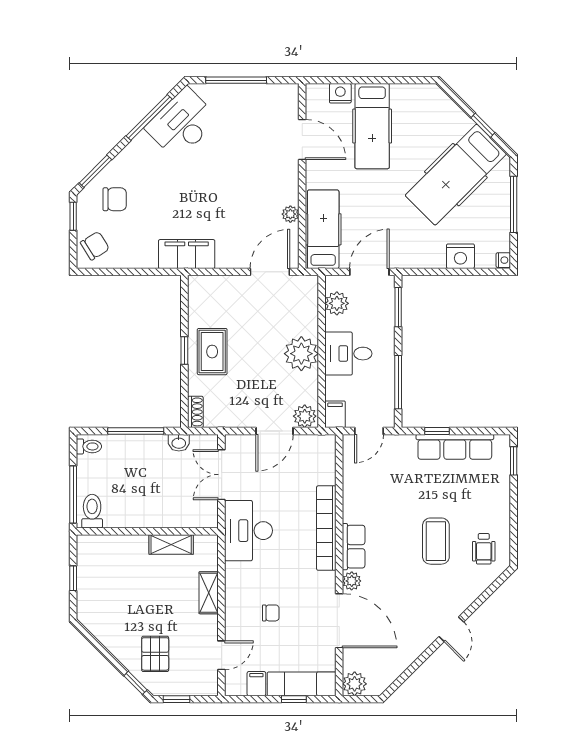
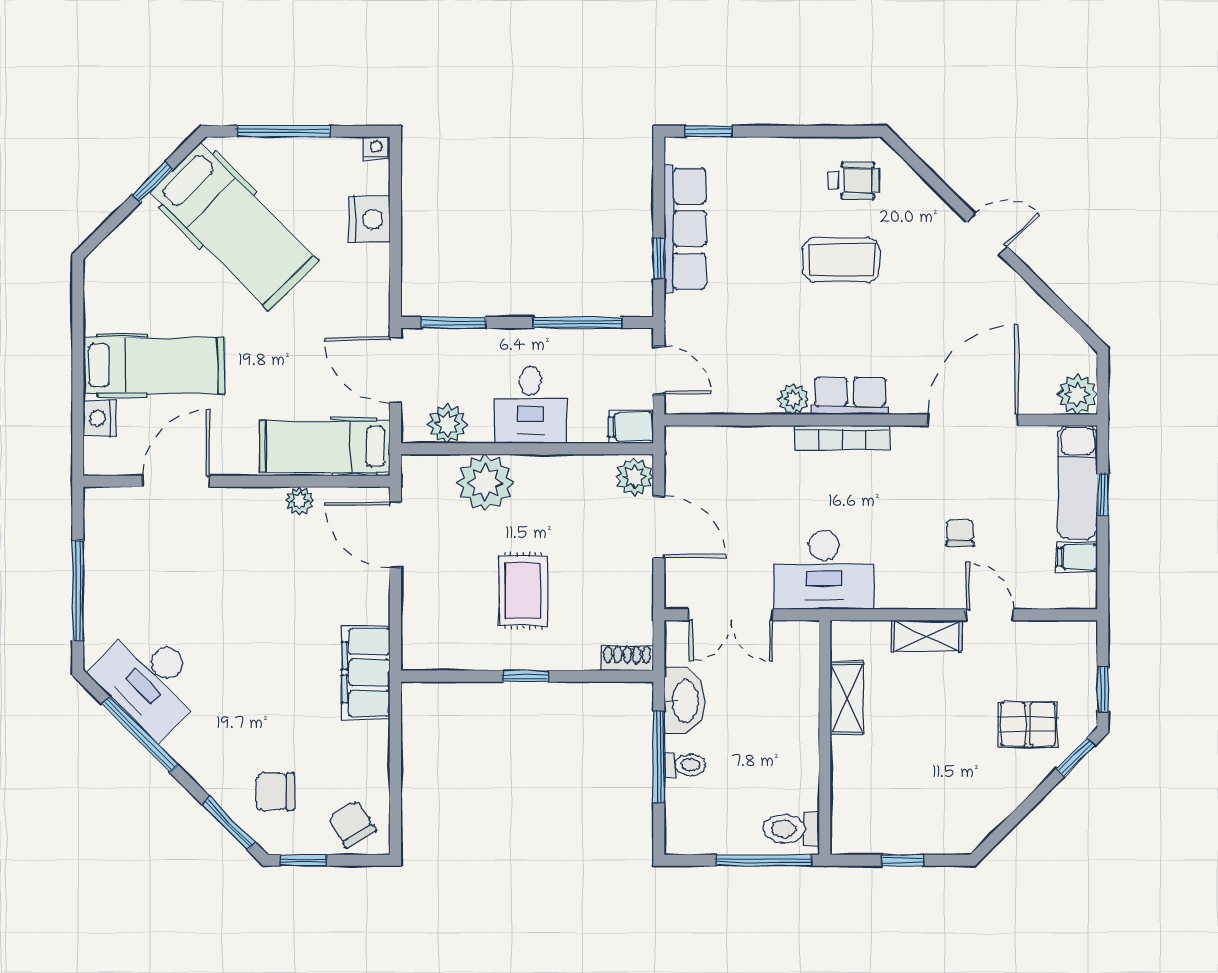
chair: (115, 199) -> (275, 792), turned -90
rug: (212, 352) -> (523, 591), moved, turned 90
plant: (301, 354) -> (485, 483), moved
washbasin: (179, 443) -> (684, 701), width x1.91, depth x1.45
toilet: (89, 446) -> (685, 765), moved, turned 90
bookcase: (326, 528) -> (842, 437), width x0.68, depth x0.76
plant: (352, 581) -> (793, 399), moved
door: (221, 655) -> (990, 615), moved

